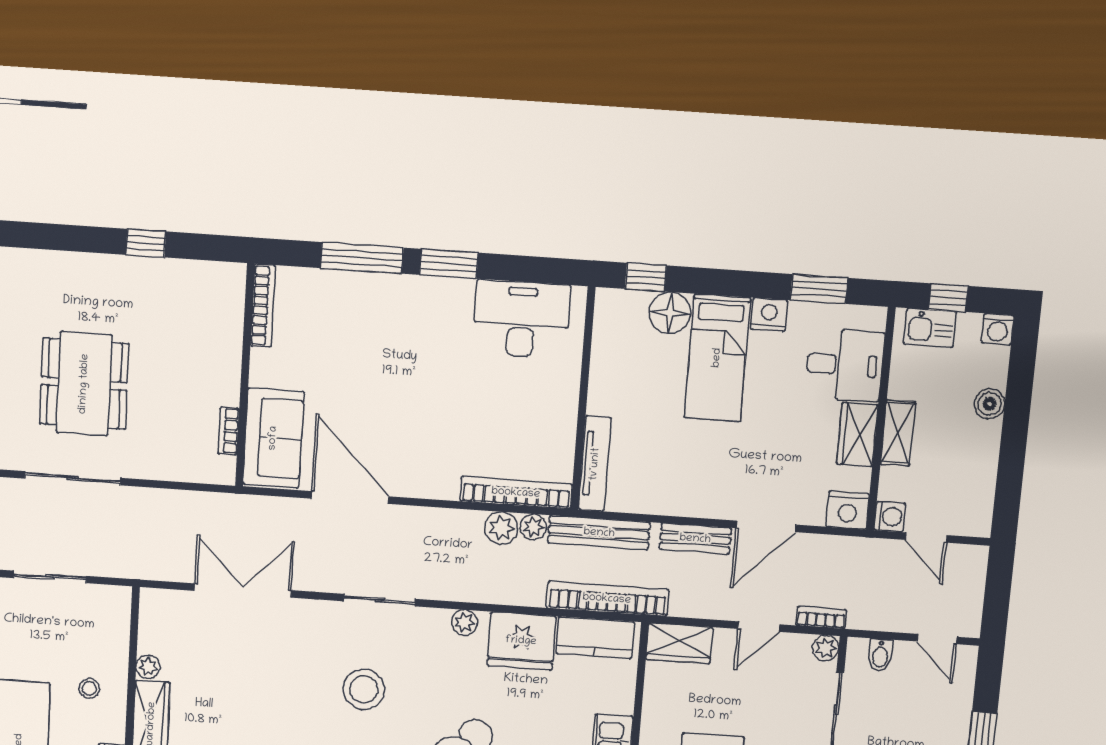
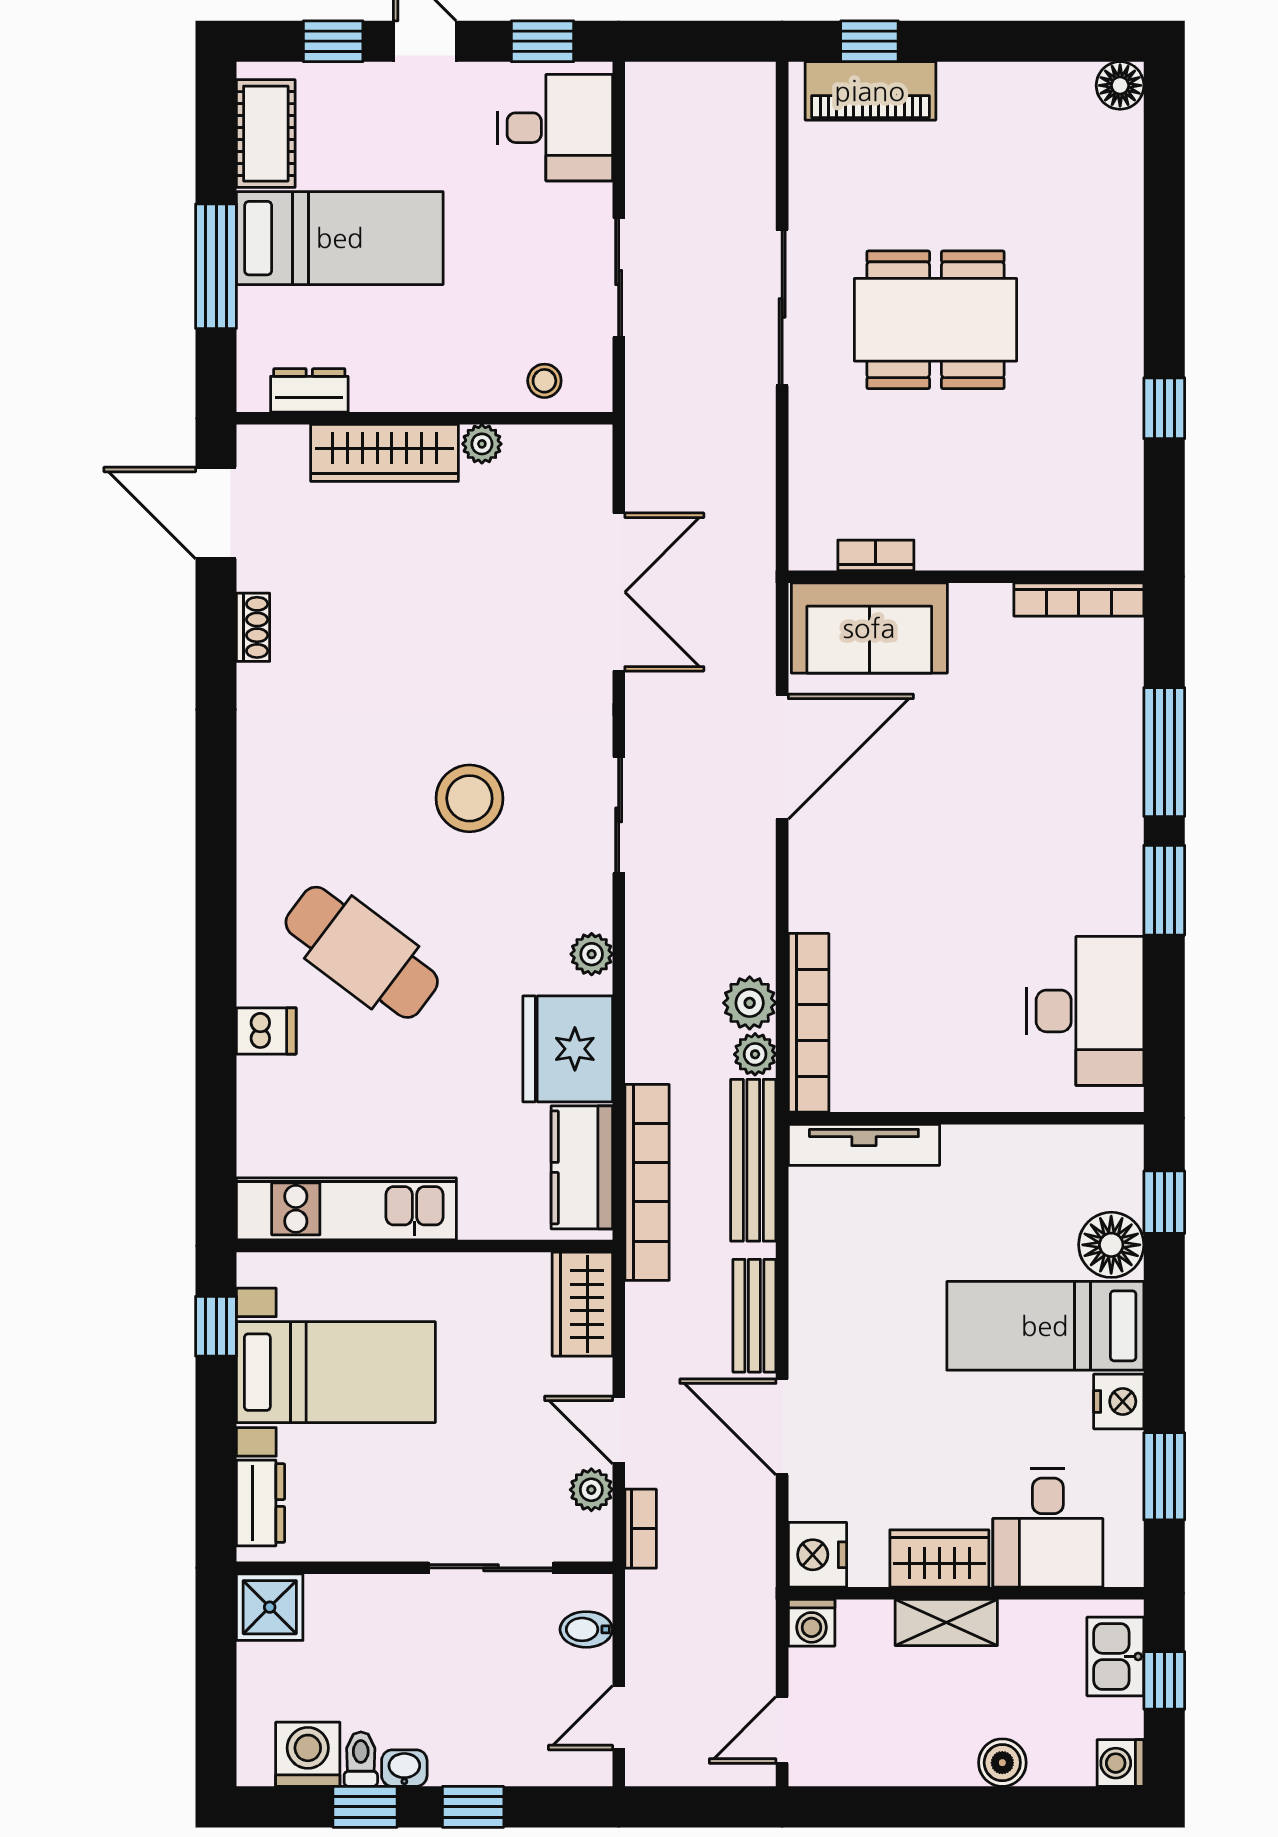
door: (926, 538) -> (782, 1730), moved
plant: (826, 648) -> (591, 1490), moved
stool: (89, 688) -> (544, 381), moved

